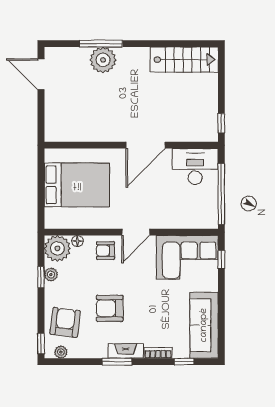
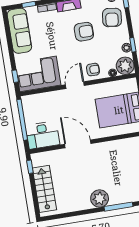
plant: (103, 60) -> (100, 199), moved
stairs: (184, 60) -> (44, 189), moved, turned 90
door: (146, 145) -> (78, 144), hinge flipped

